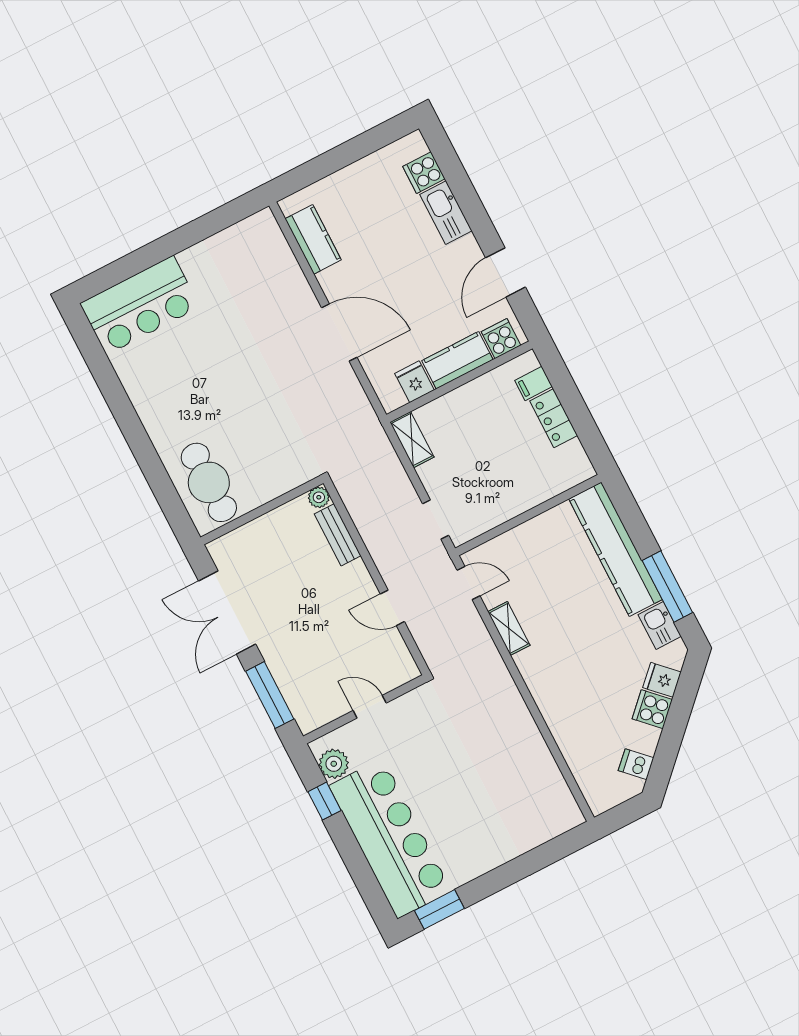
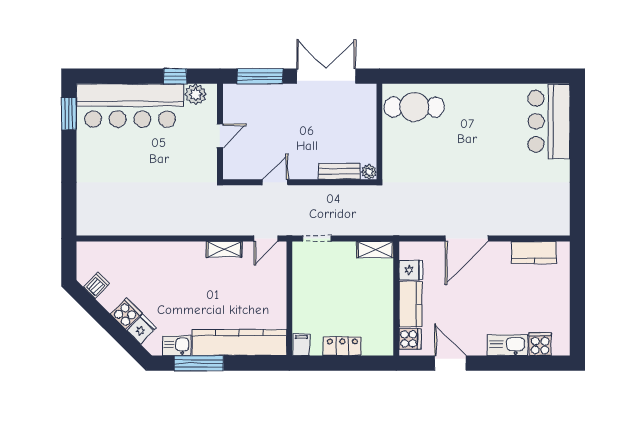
filing cabinet: (534, 383) -> (301, 345), moved

